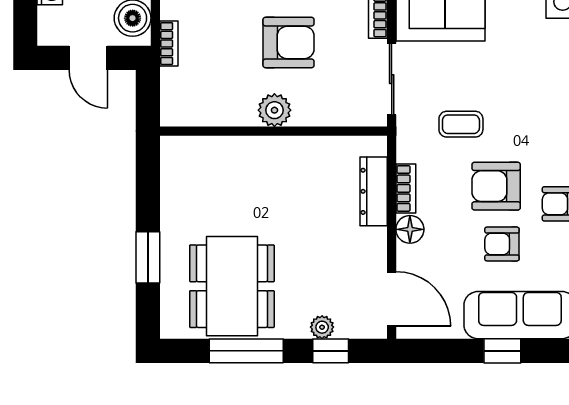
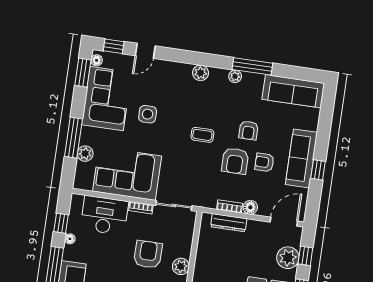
coffee table: (461, 124) -> (202, 135), moved, turned 90
armchair: (502, 244) -> (264, 162), turned 90
plant: (322, 327) -> (288, 258), width x1.88, depth x1.88

